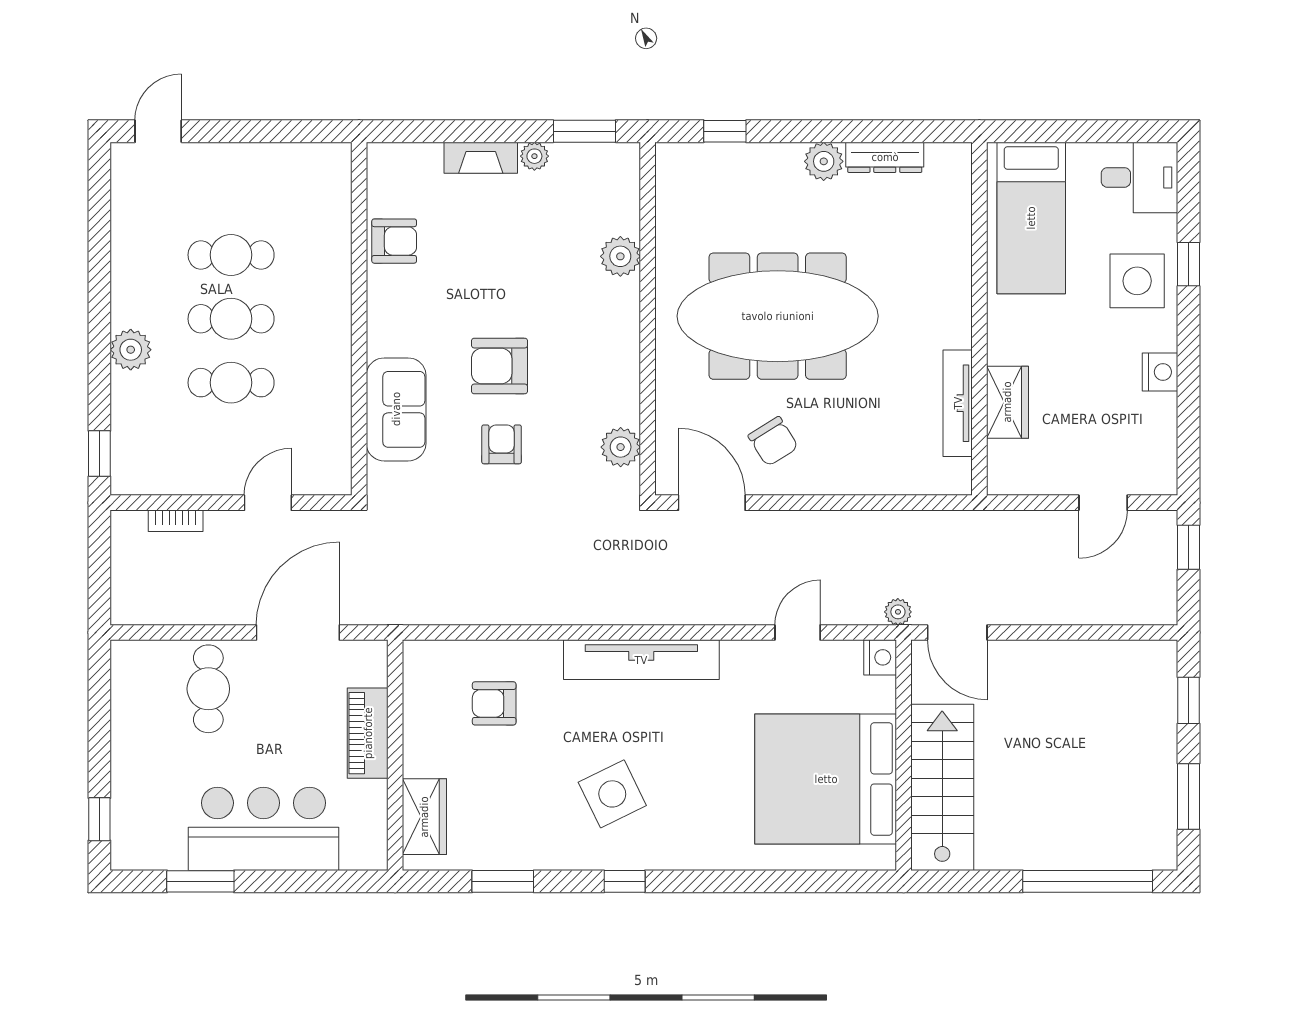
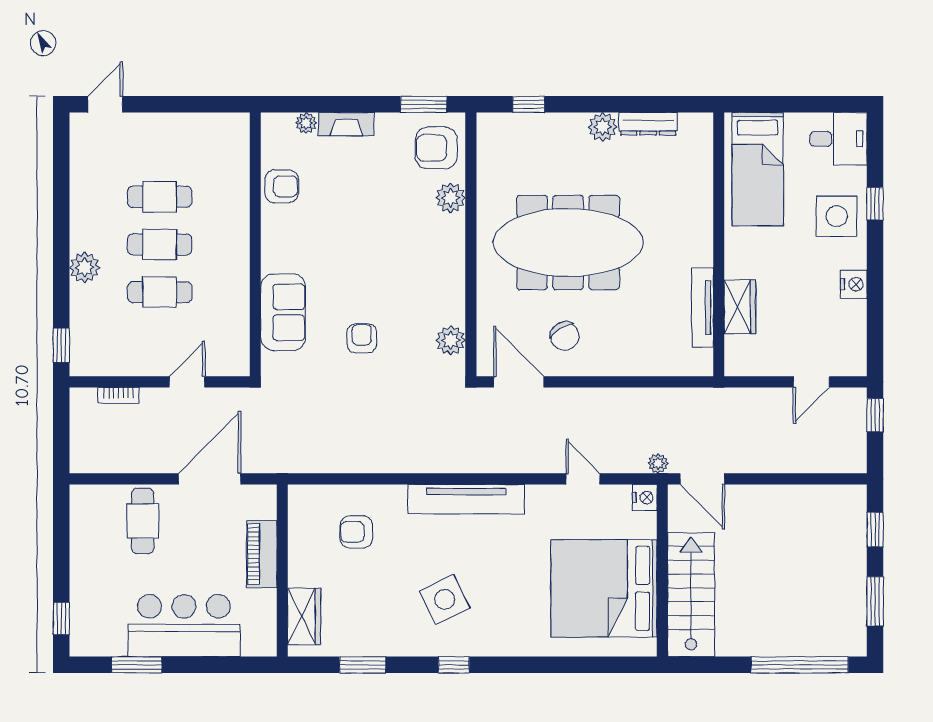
plant: (534, 156) -> (306, 123), moved
armchair: (500, 366) -> (436, 148), moved
door: (798, 633) -> (583, 479), hinge flipped

